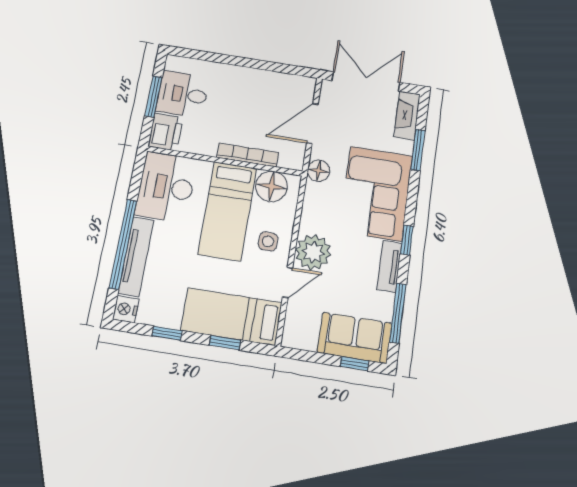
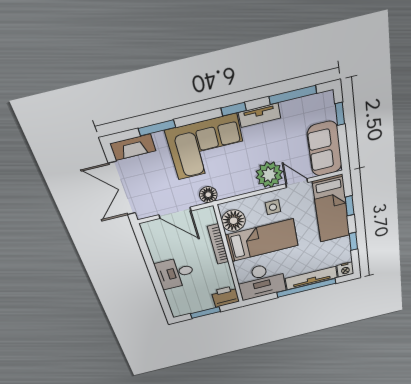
desk: (183, 94) -> (175, 273), moved, turned 90
sofa: (355, 338) -> (325, 149), moved

